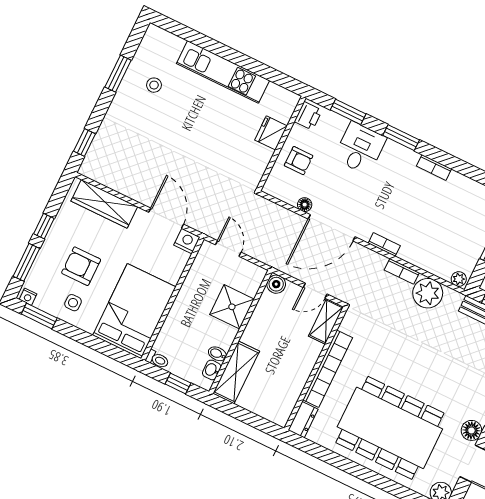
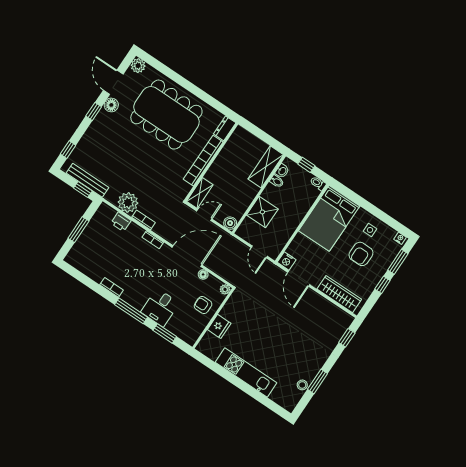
stool: (154, 85) -> (302, 385), moved
printer: (308, 116) -> (121, 222), moved, turned -90
window: (401, 138) -> (131, 311), width x1.44
armchair: (81, 266) -> (361, 254), turned 90
plant: (459, 279) -> (225, 289), moved
window: (39, 316) -> (394, 224), removed

